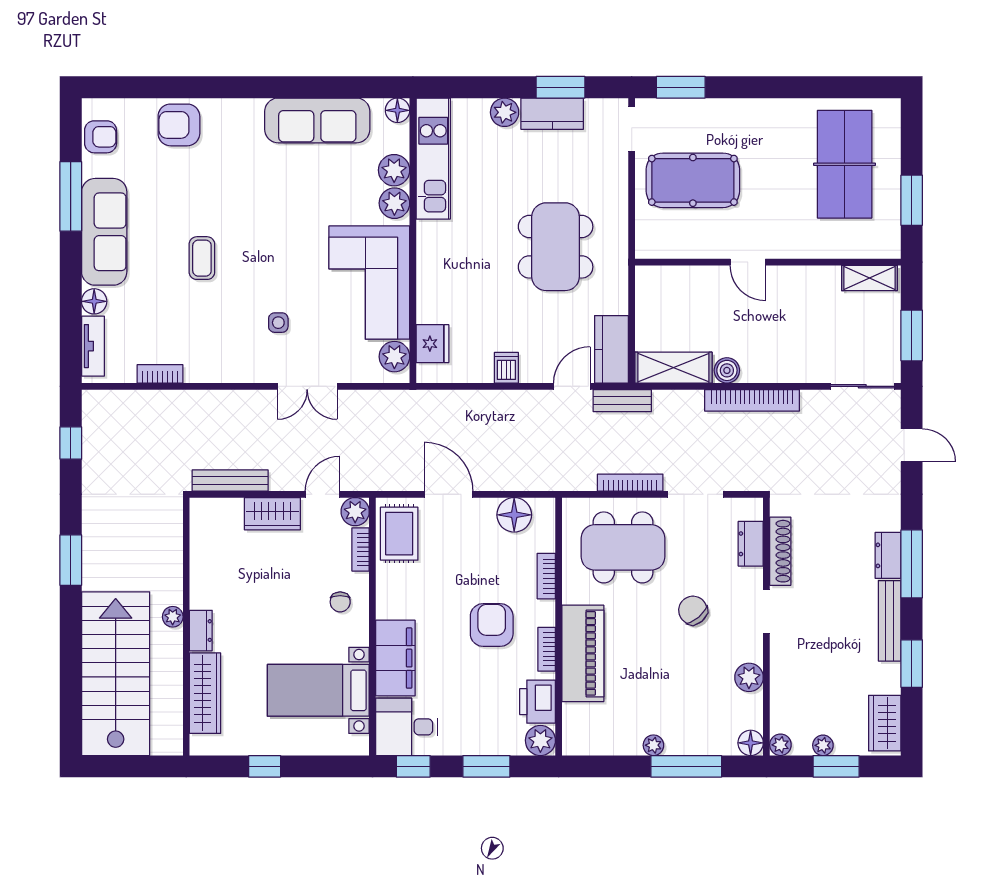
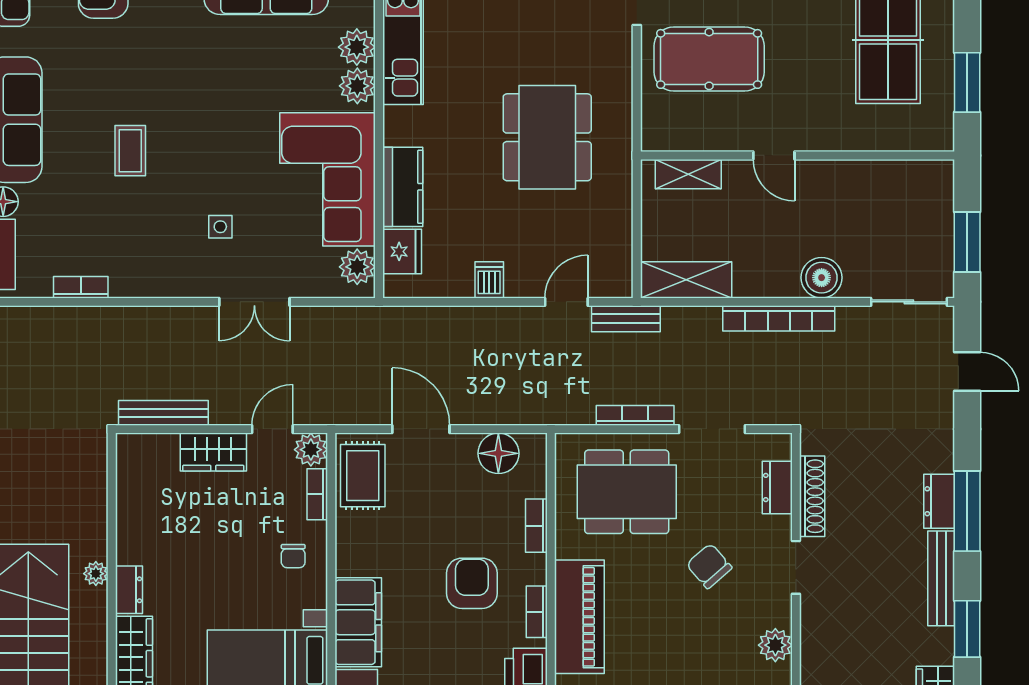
shelving: (869, 278) -> (688, 174), moved
kitchen counter: (611, 349) -> (403, 187), moved, turned 180
boiler: (727, 370) -> (822, 278), moved, width x1.36, depth x1.36

